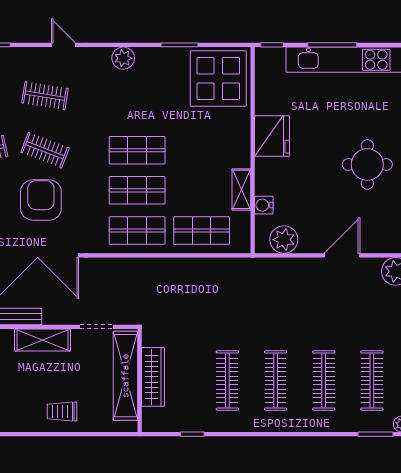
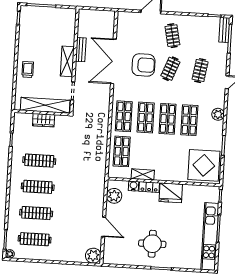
shop shelf: (137, 110) -> (189, 120), added
locker: (264, 176) -> (149, 187), added
wardrobe: (153, 377) -> (44, 120), width x0.67

